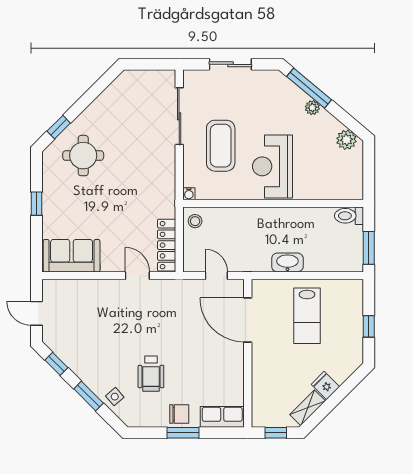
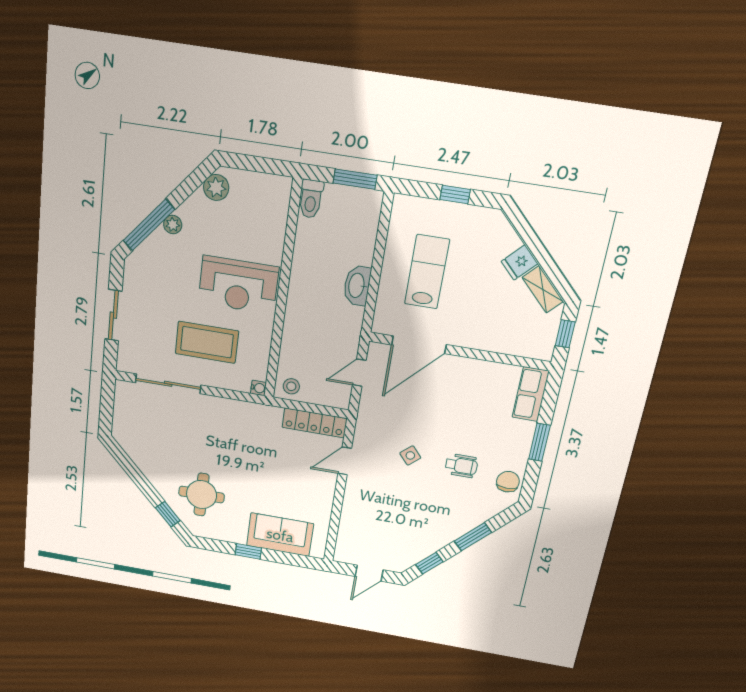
sofa: (72, 256) -> (280, 535), moved, turned 90
lab bench: (307, 316) -> (427, 272), turned -90
wheelchair: (151, 374) -> (461, 466), width x0.73, depth x0.73
side table: (115, 397) -> (410, 455), moved
chair: (179, 414) -> (508, 482), moved

